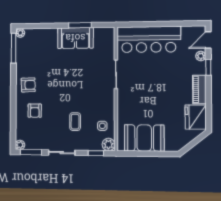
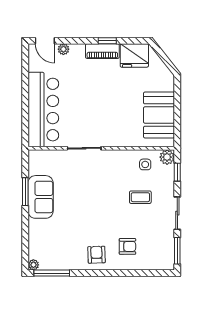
window: (208, 67) -> (107, 41), moved
plant: (20, 145) -> (169, 264), removed

